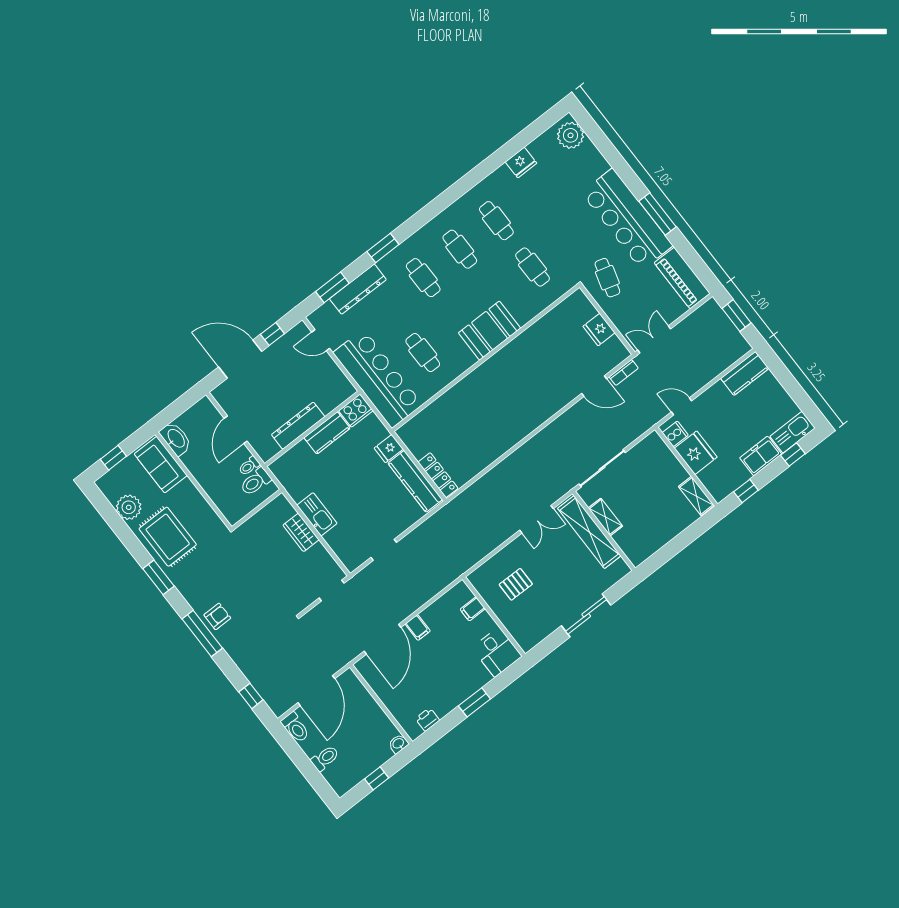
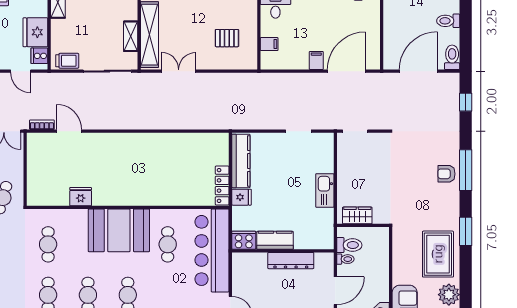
fridge: (599, 330) -> (81, 197), moved, turned -90
booth: (489, 331) -> (119, 230), width x1.36, depth x1.42
trolley: (646, 449) -> (67, 61), added
locker: (438, 475) -> (222, 185), moved
wardrobe: (301, 532) -> (357, 215), moved, turned -90

